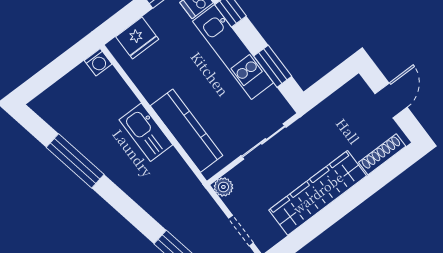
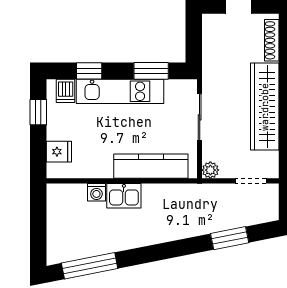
fridge: (137, 38) -> (59, 152), width x0.72
washing machine: (98, 62) -> (96, 192), moved, turned 90
kitchen sink: (146, 132) -> (124, 196), width x0.73
window: (75, 161) -> (90, 266), moved

